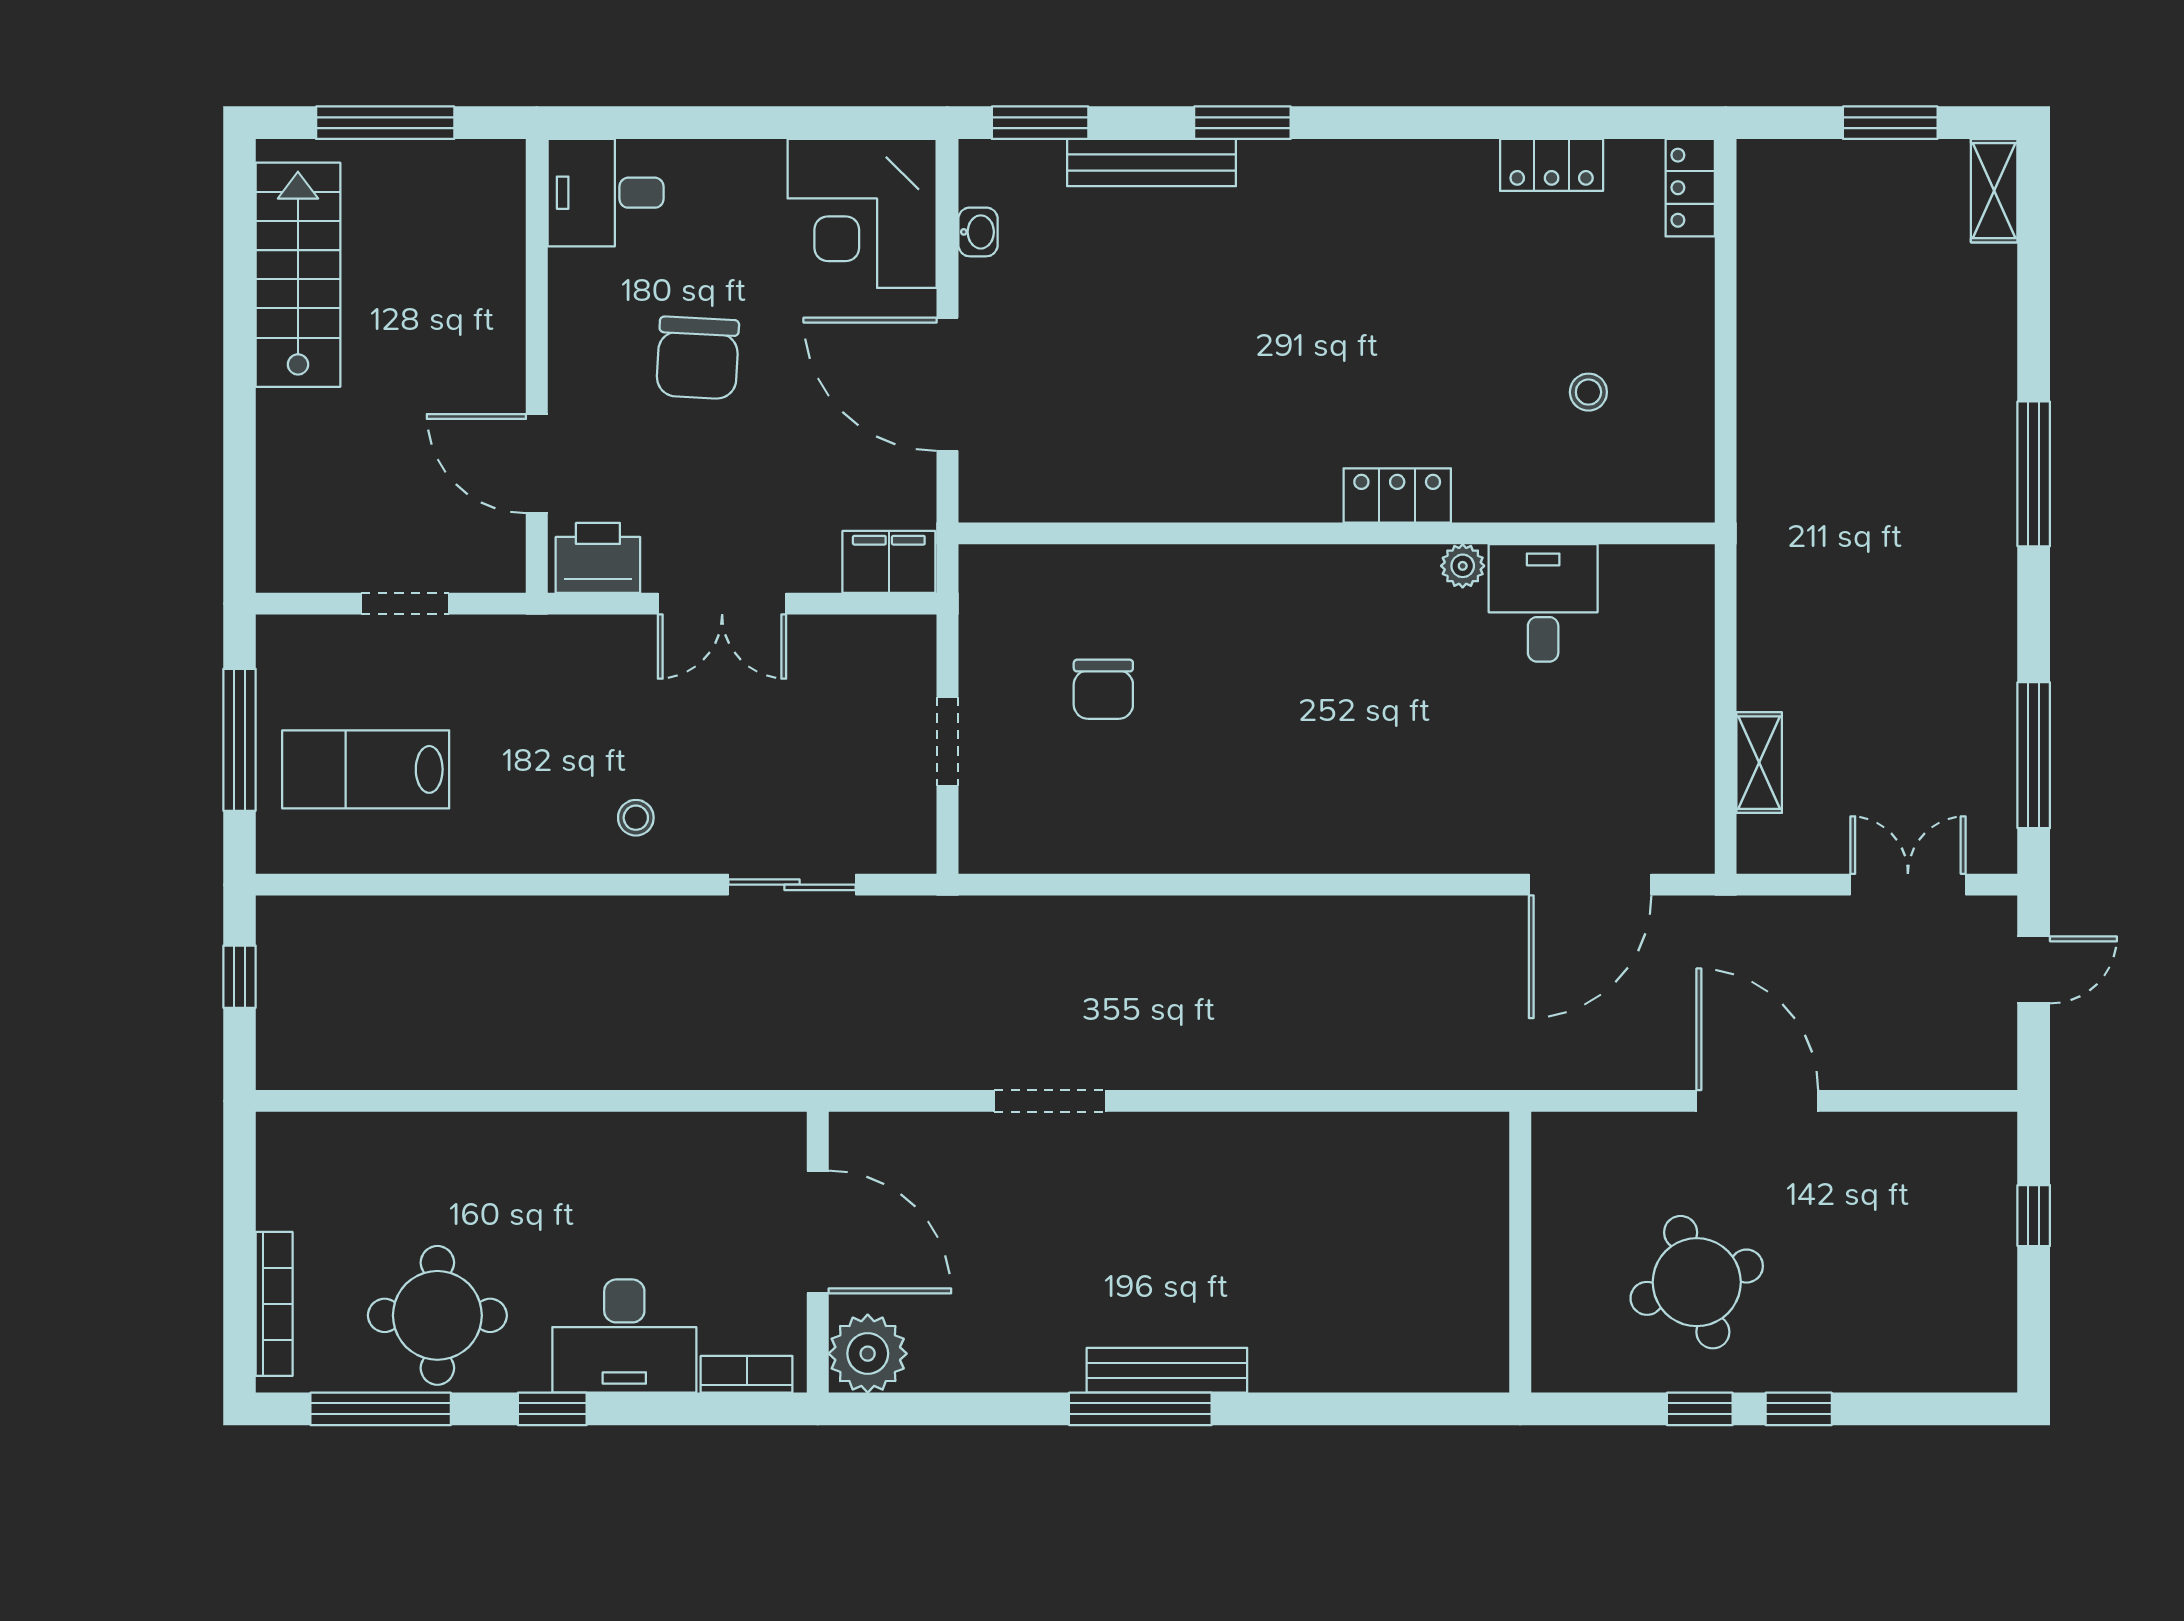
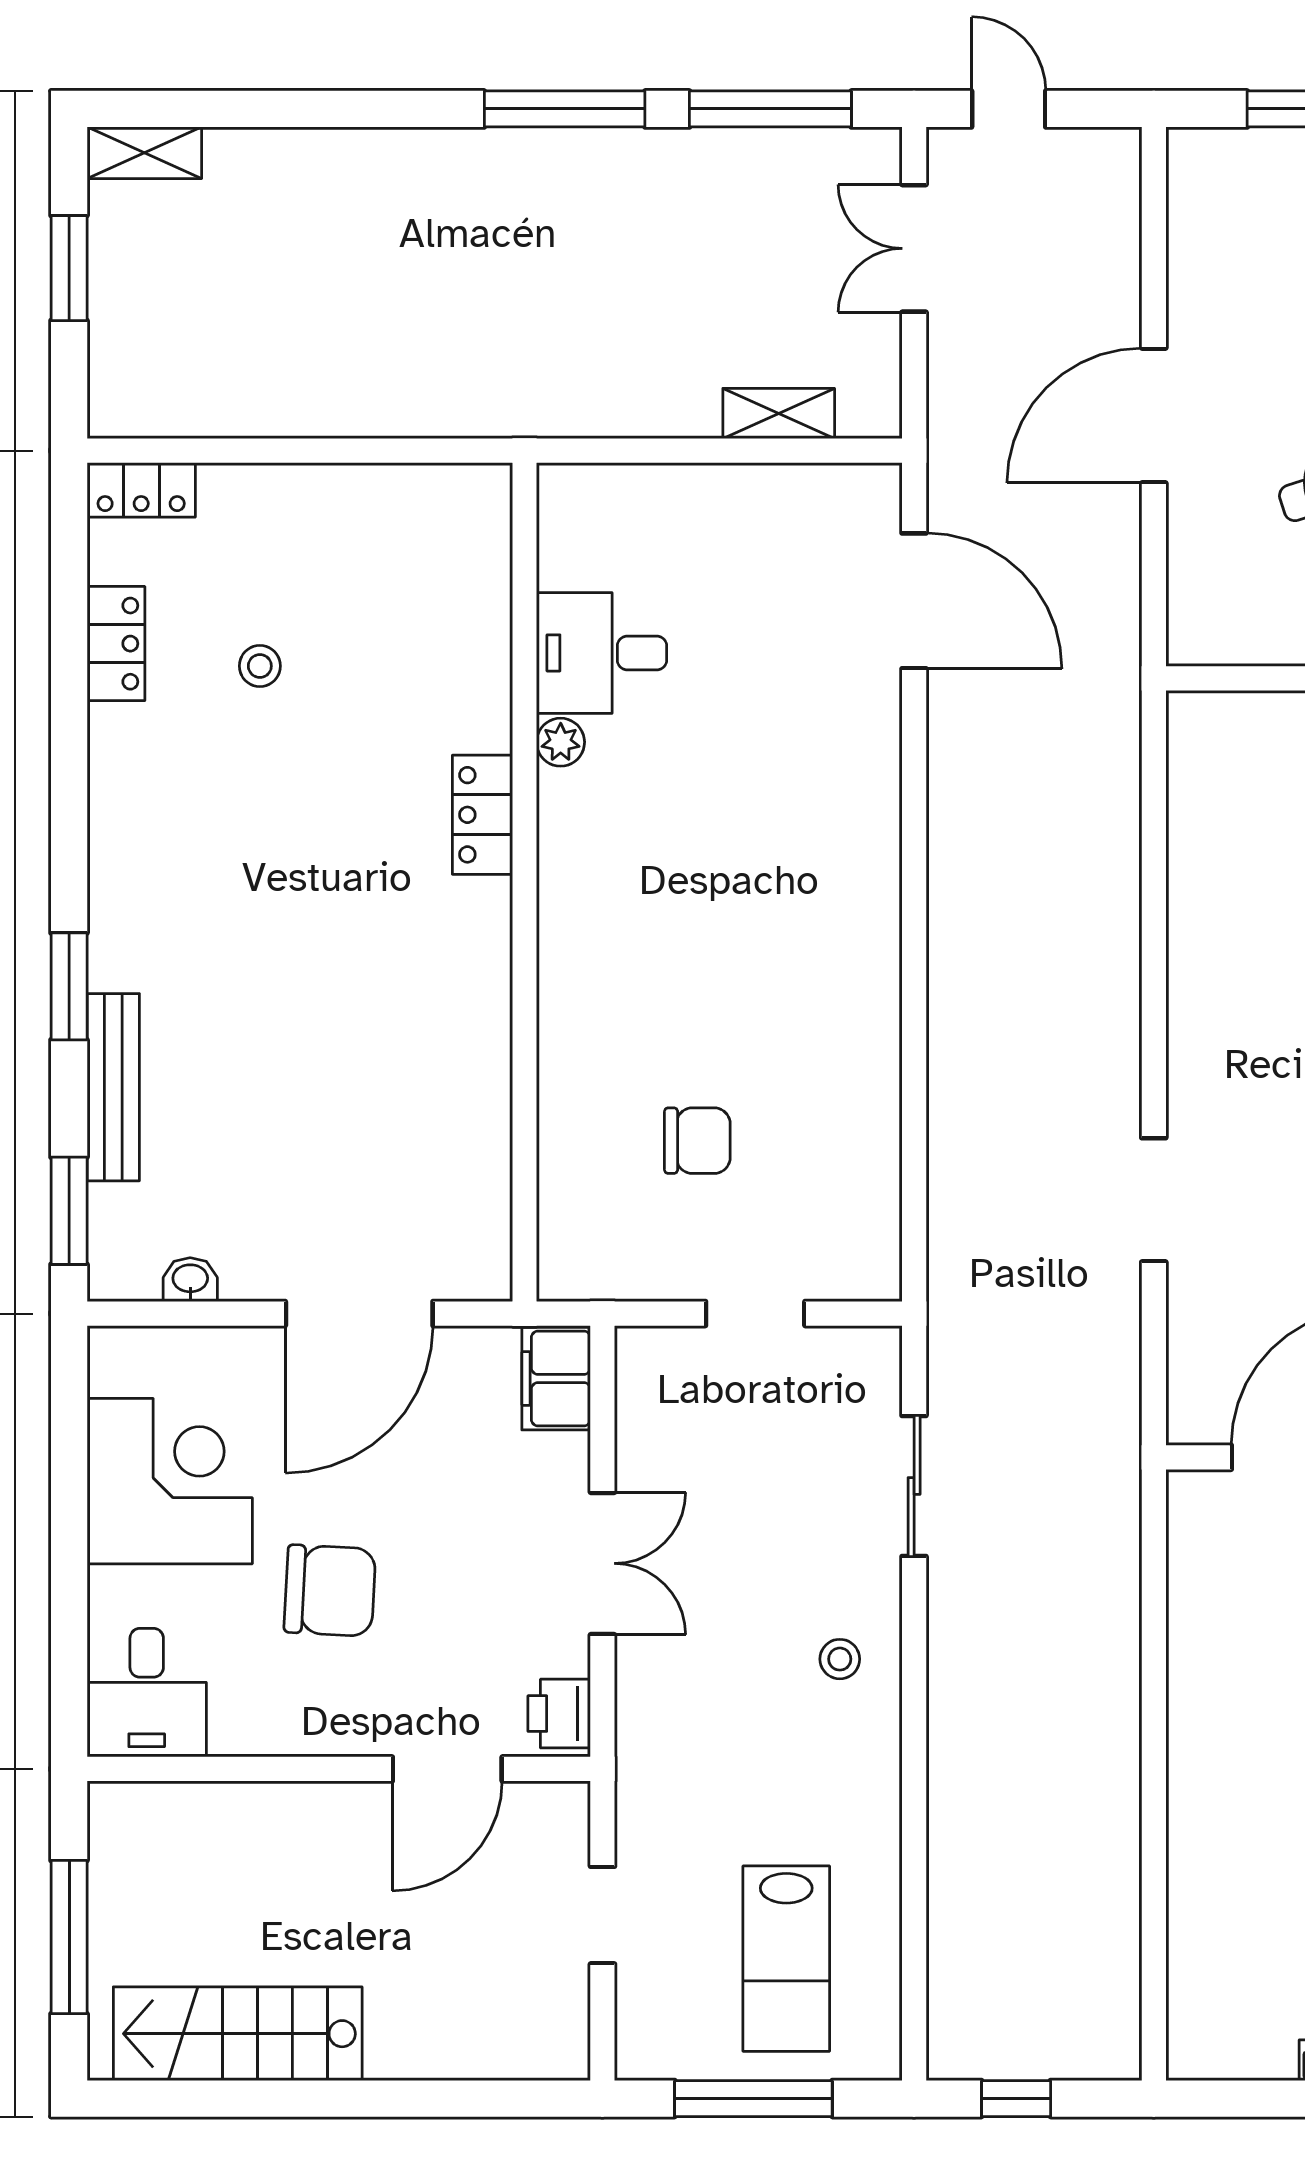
corner desk: (862, 213) -> (170, 1481), moved, turned -90
stool: (1588, 392) -> (260, 666), moved
window: (2034, 474) -> (565, 109), moved
printer: (598, 558) -> (559, 1714), width x0.73, depth x0.81

